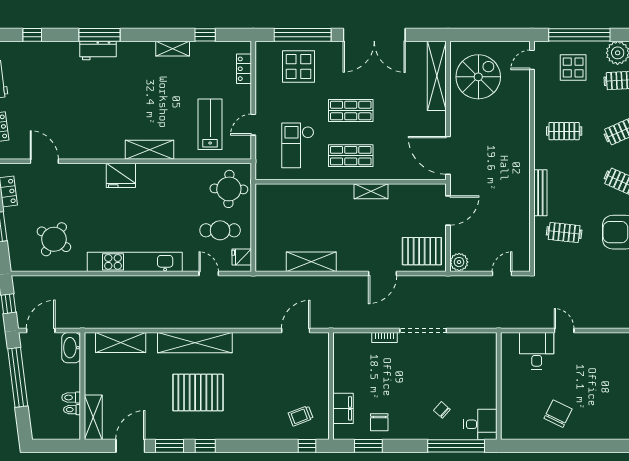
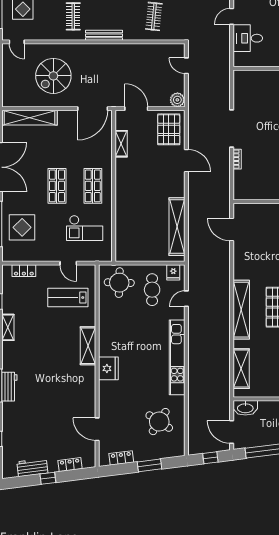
spiral stairs: (478, 77) -> (53, 76), moved, turned -90
door: (44, 161) -> (97, 429), hinge flipped
shelving: (371, 191) -> (121, 144), moved
bench: (540, 193) -> (104, 35), moved
shelving: (311, 262) -> (177, 227), width x1.47

